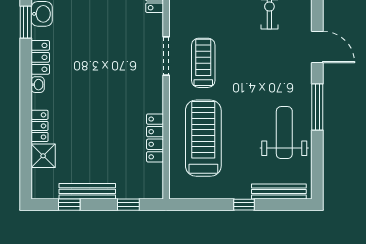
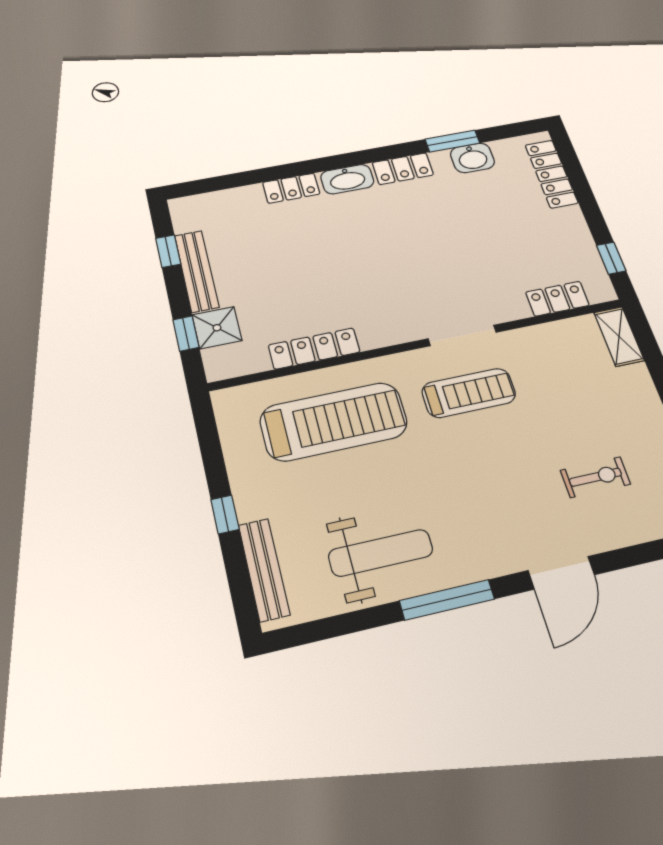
washbasin: (38, 85) -> (347, 179), width x1.91, depth x1.45
shower: (43, 156) -> (217, 328), moved

